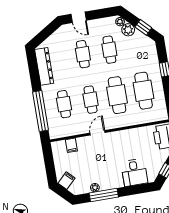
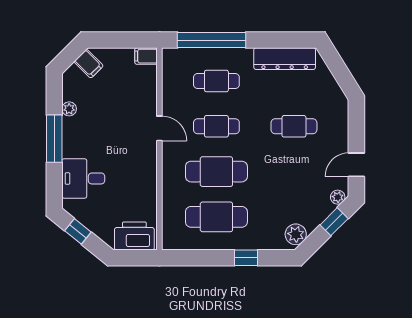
door: (79, 17) -> (356, 165), moved
window: (143, 27) -> (334, 222), moved
plant: (128, 30) -> (296, 234), moved
cafe table: (109, 50) -> (294, 172), removed
filing cabinet: (71, 145) -> (146, 56), moved
window: (104, 195) -> (54, 139), moved

